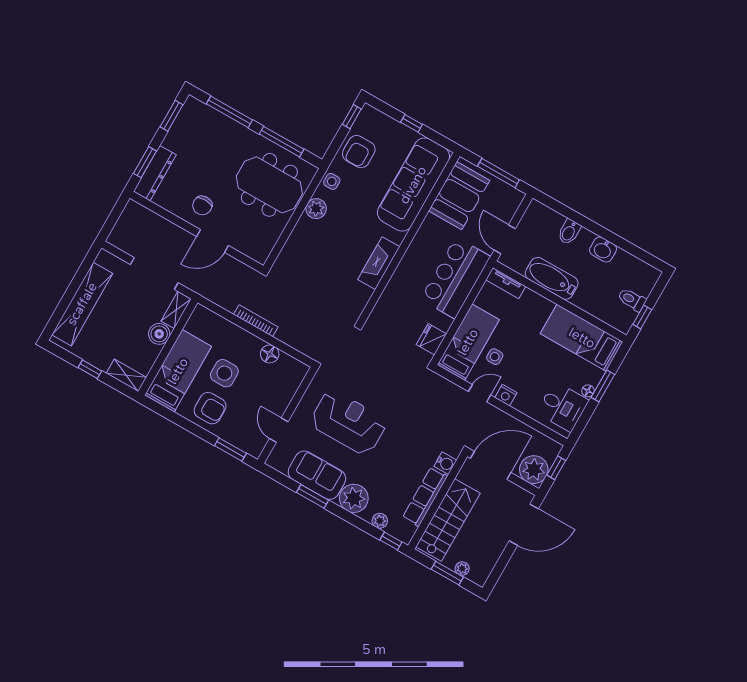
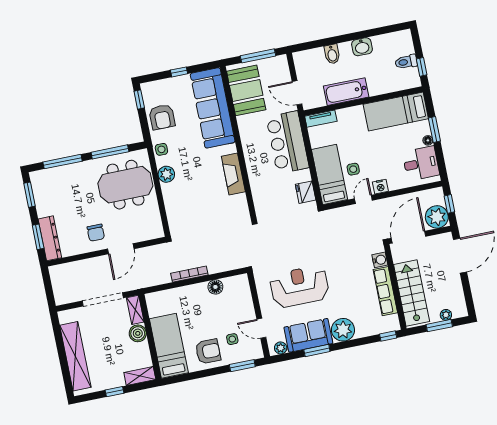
side table: (224, 373) -> (232, 339), moved, width x0.54, depth x0.54
plant: (380, 521) -> (281, 348), moved

